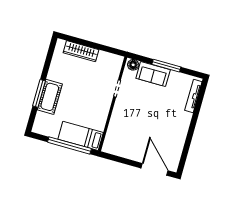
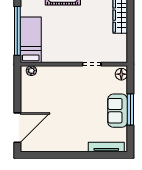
sofa: (153, 74) -> (118, 111), moved
plant: (108, 143) -> (31, 71), added

